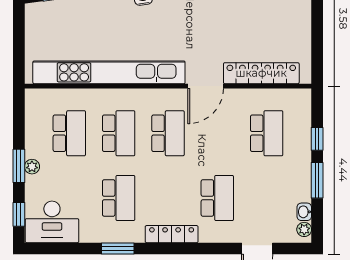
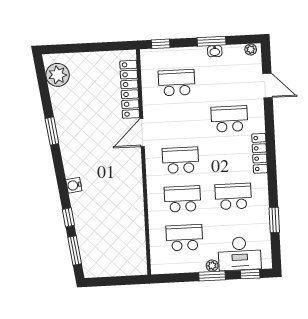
kitchen unit: (109, 72) -> (135, 209), removed
door: (206, 86) -> (142, 133), swing flipped
window: (317, 139) -> (161, 44), moved
washbasin: (304, 212) -> (215, 51), moved
desk: (52, 222) -> (240, 254), moved, turned 90
window: (118, 248) -> (274, 220), moved

